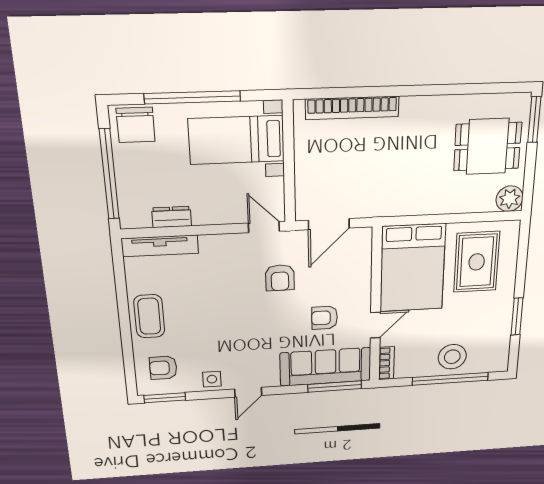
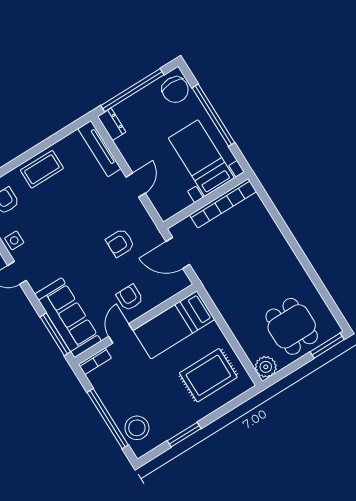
bookcase: (352, 108) -> (223, 203), moved, turned -90
chair: (136, 125) -> (175, 90), turned -90
dresser: (172, 217) -> (112, 124), moved
door: (264, 227) -> (136, 185), moved
bed: (413, 268) -> (174, 325), width x0.67
armchair: (325, 318) -> (130, 298), moved
door: (375, 325) -> (121, 333), swing flipped
stool: (452, 357) -> (137, 428), moved

